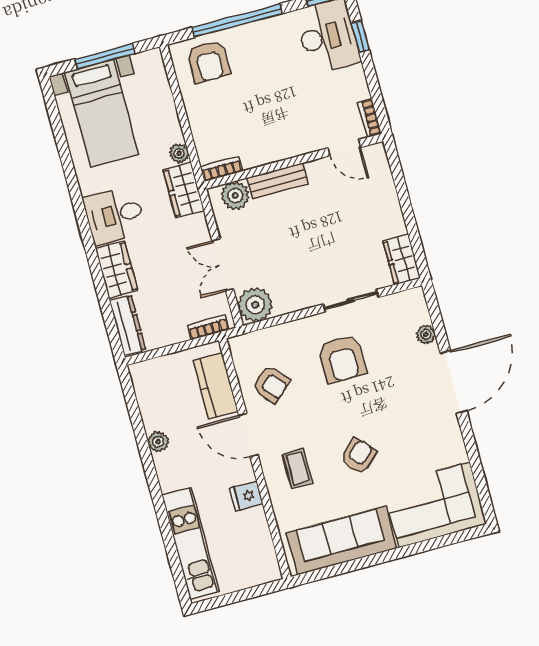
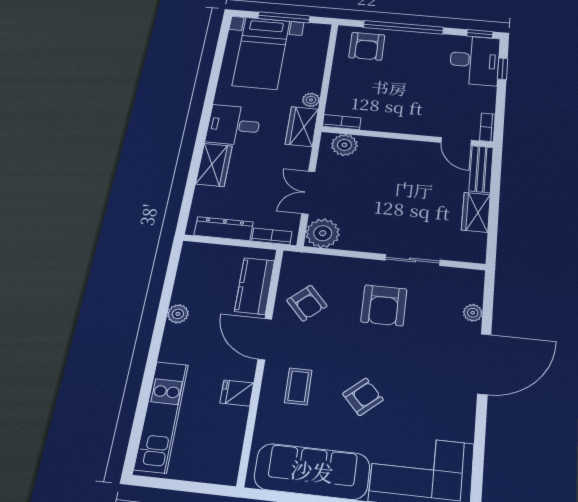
bench: (278, 181) -> (481, 169), moved, turned 90
wardrobe: (402, 259) -> (476, 212), moved
dresser: (128, 325) -> (224, 229), moved, turned -90

